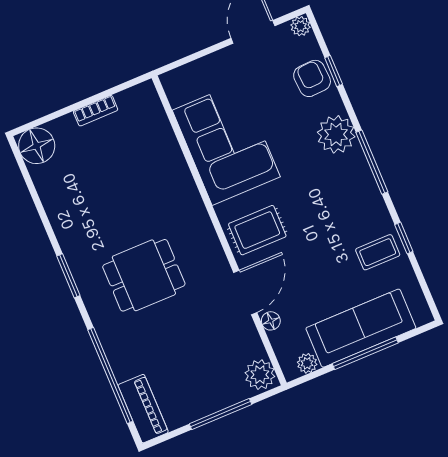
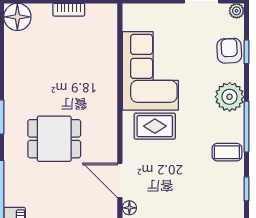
rug: (257, 230) -> (155, 126), moved
coffee table: (378, 252) -> (227, 152), moved
door: (245, 292) -> (120, 180), swing flipped

